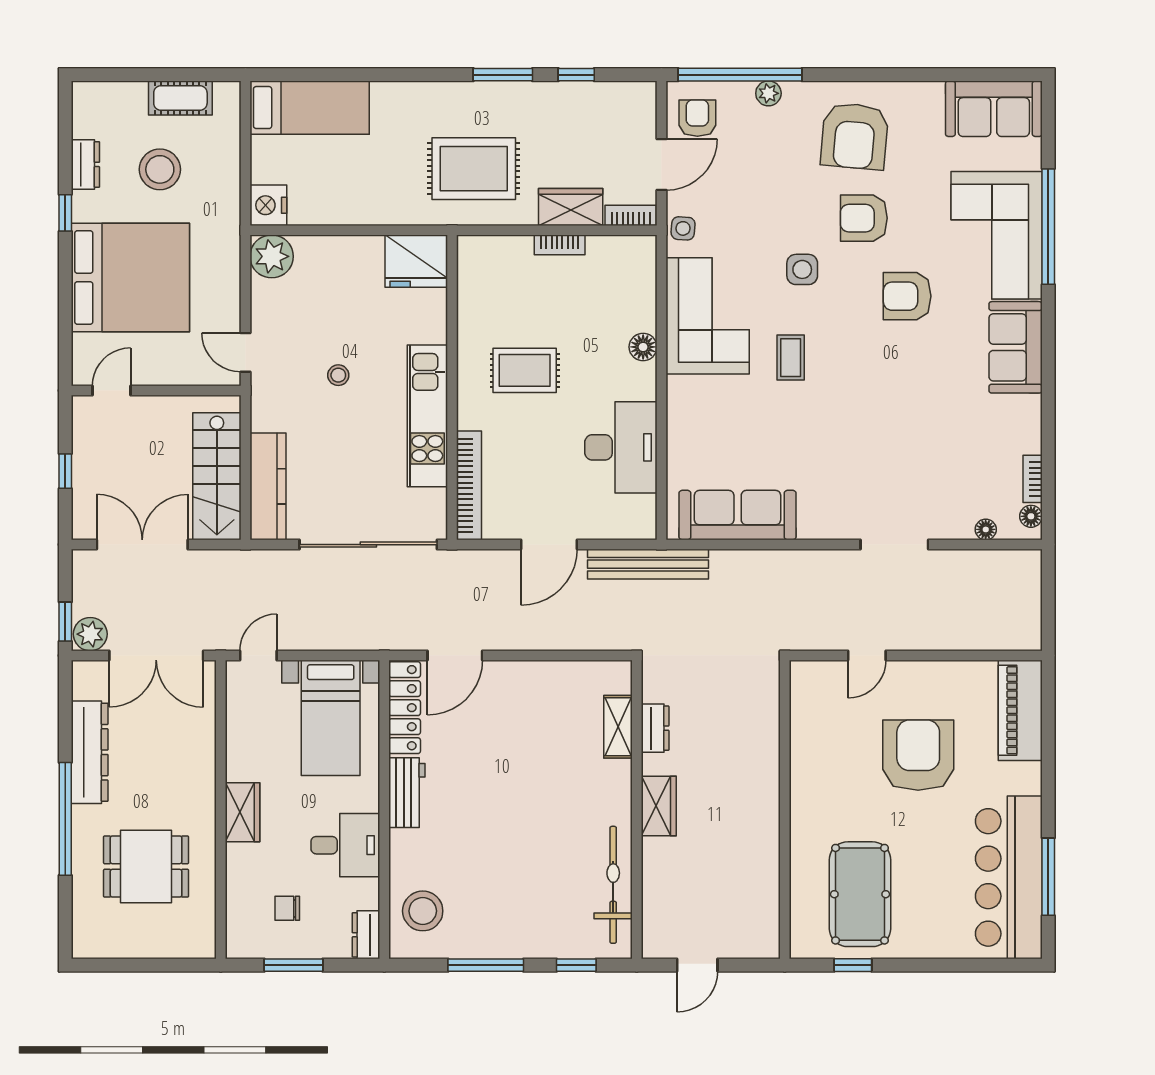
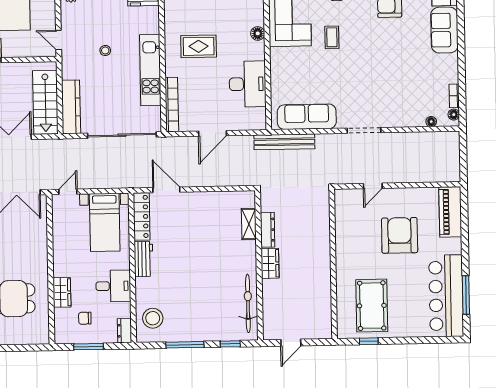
doorway: (894, 545) -> (364, 130), moved
bench: (648, 564) -> (284, 142), moved
door: (455, 655) -> (166, 190), swing flipped
dresser: (655, 728) -> (268, 230), width x1.44
wardrobe: (243, 812) -> (62, 292), moved

